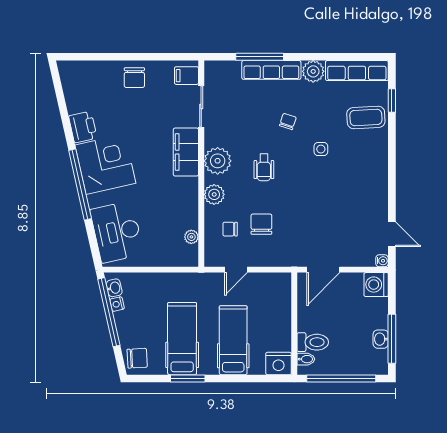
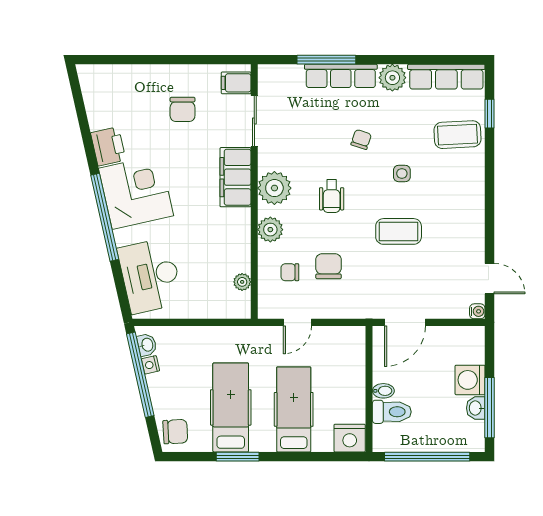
chair: (134, 78) -> (183, 109), moved
coffee table: (318, 196) -> (399, 231), added
washing machine: (376, 285) -> (470, 380), moved
bidet: (306, 359) -> (383, 391), moved

